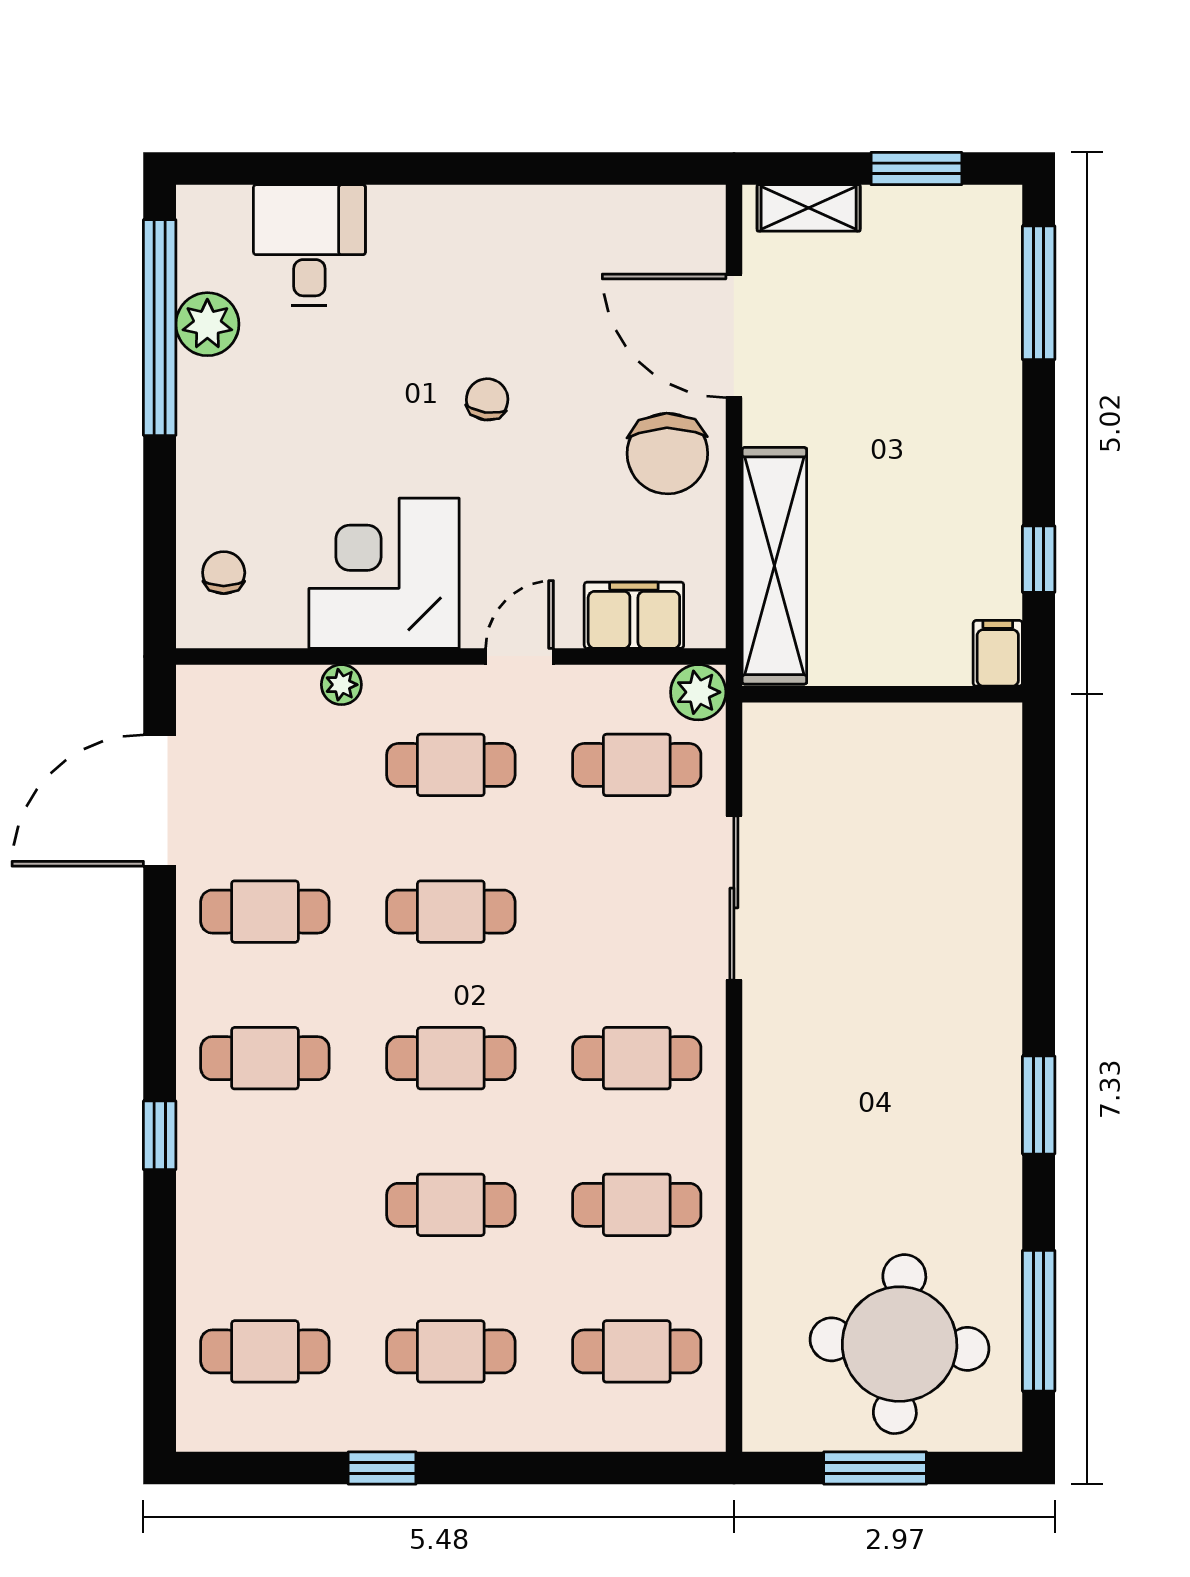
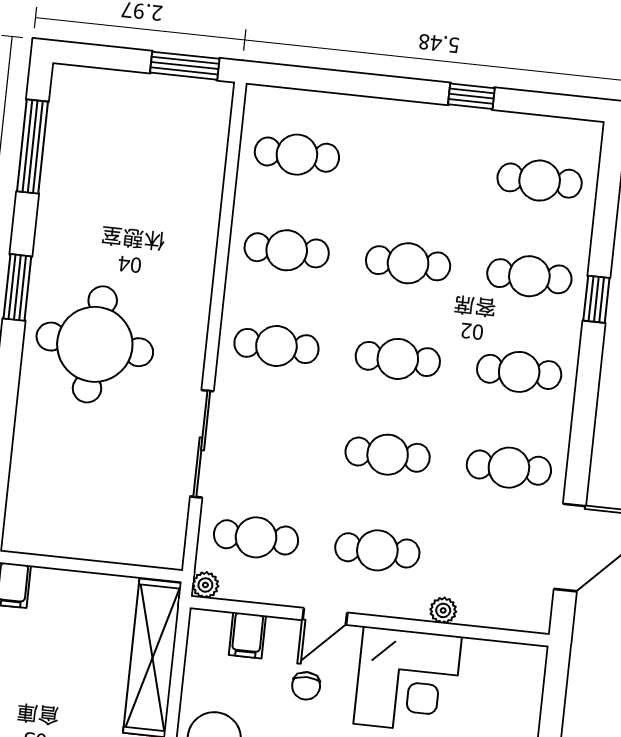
chair: (224, 573) -> (306, 686), moved
filing cabinet: (634, 615) -> (247, 635), width x0.50
plant: (698, 692) -> (205, 585), width x0.73, depth x0.73
window: (160, 1135) -> (596, 299), moved
round table: (900, 1344) -> (95, 344), moved
cafe table: (451, 1351) -> (529, 276), moved
window: (875, 1468) -> (185, 66), moved

